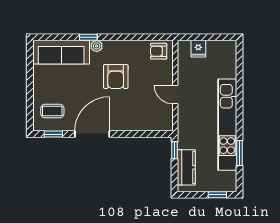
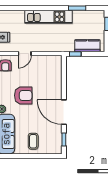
door: (175, 95) -> (25, 54), moved
coffee table: (52, 111) -> (33, 141), moved
kitchen unit: (227, 125) -> (49, 17), width x0.73

